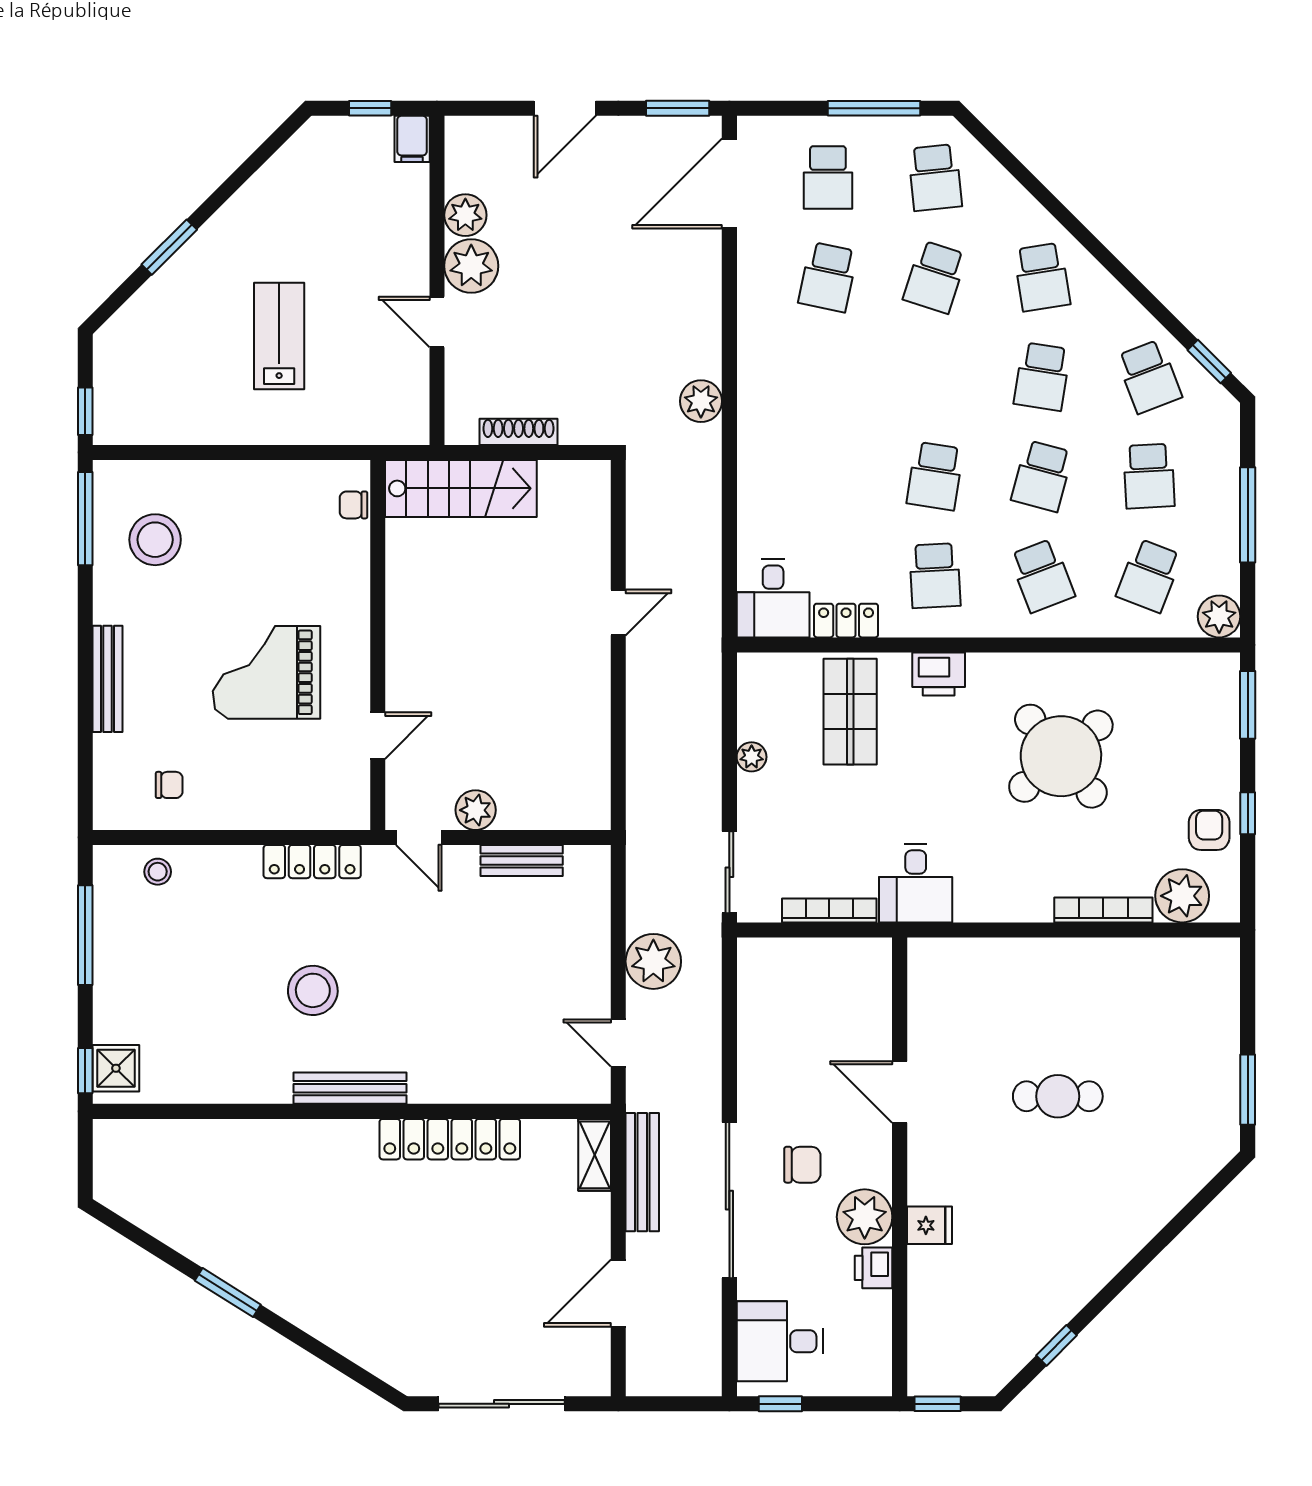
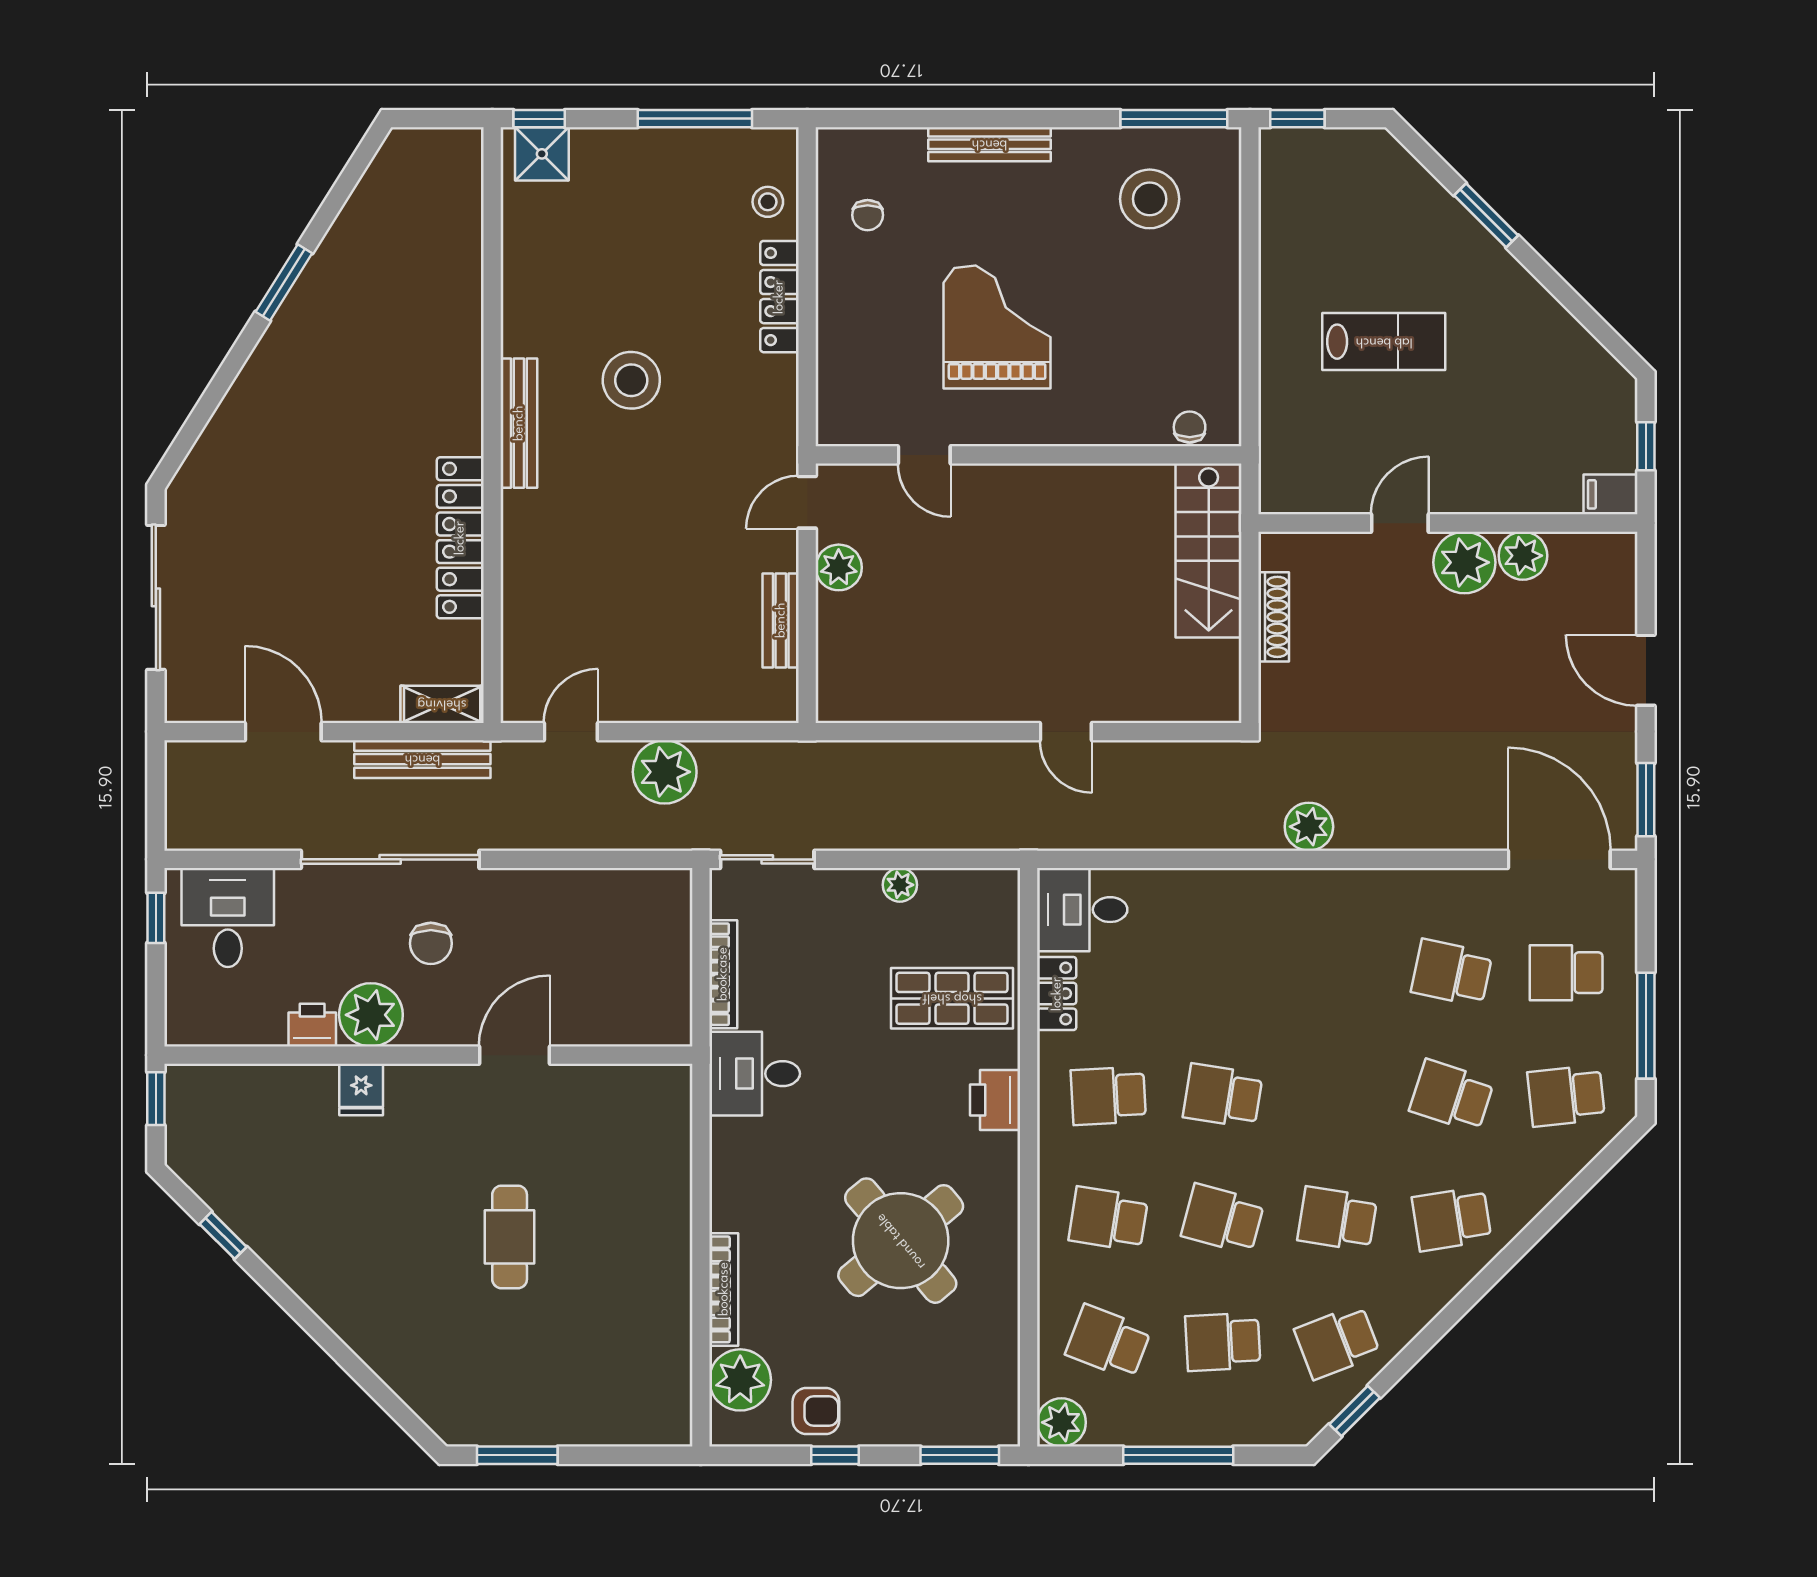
school desk: (1042, 576) -> (1108, 1219), turned 30
locker: (312, 862) -> (779, 297), moved

